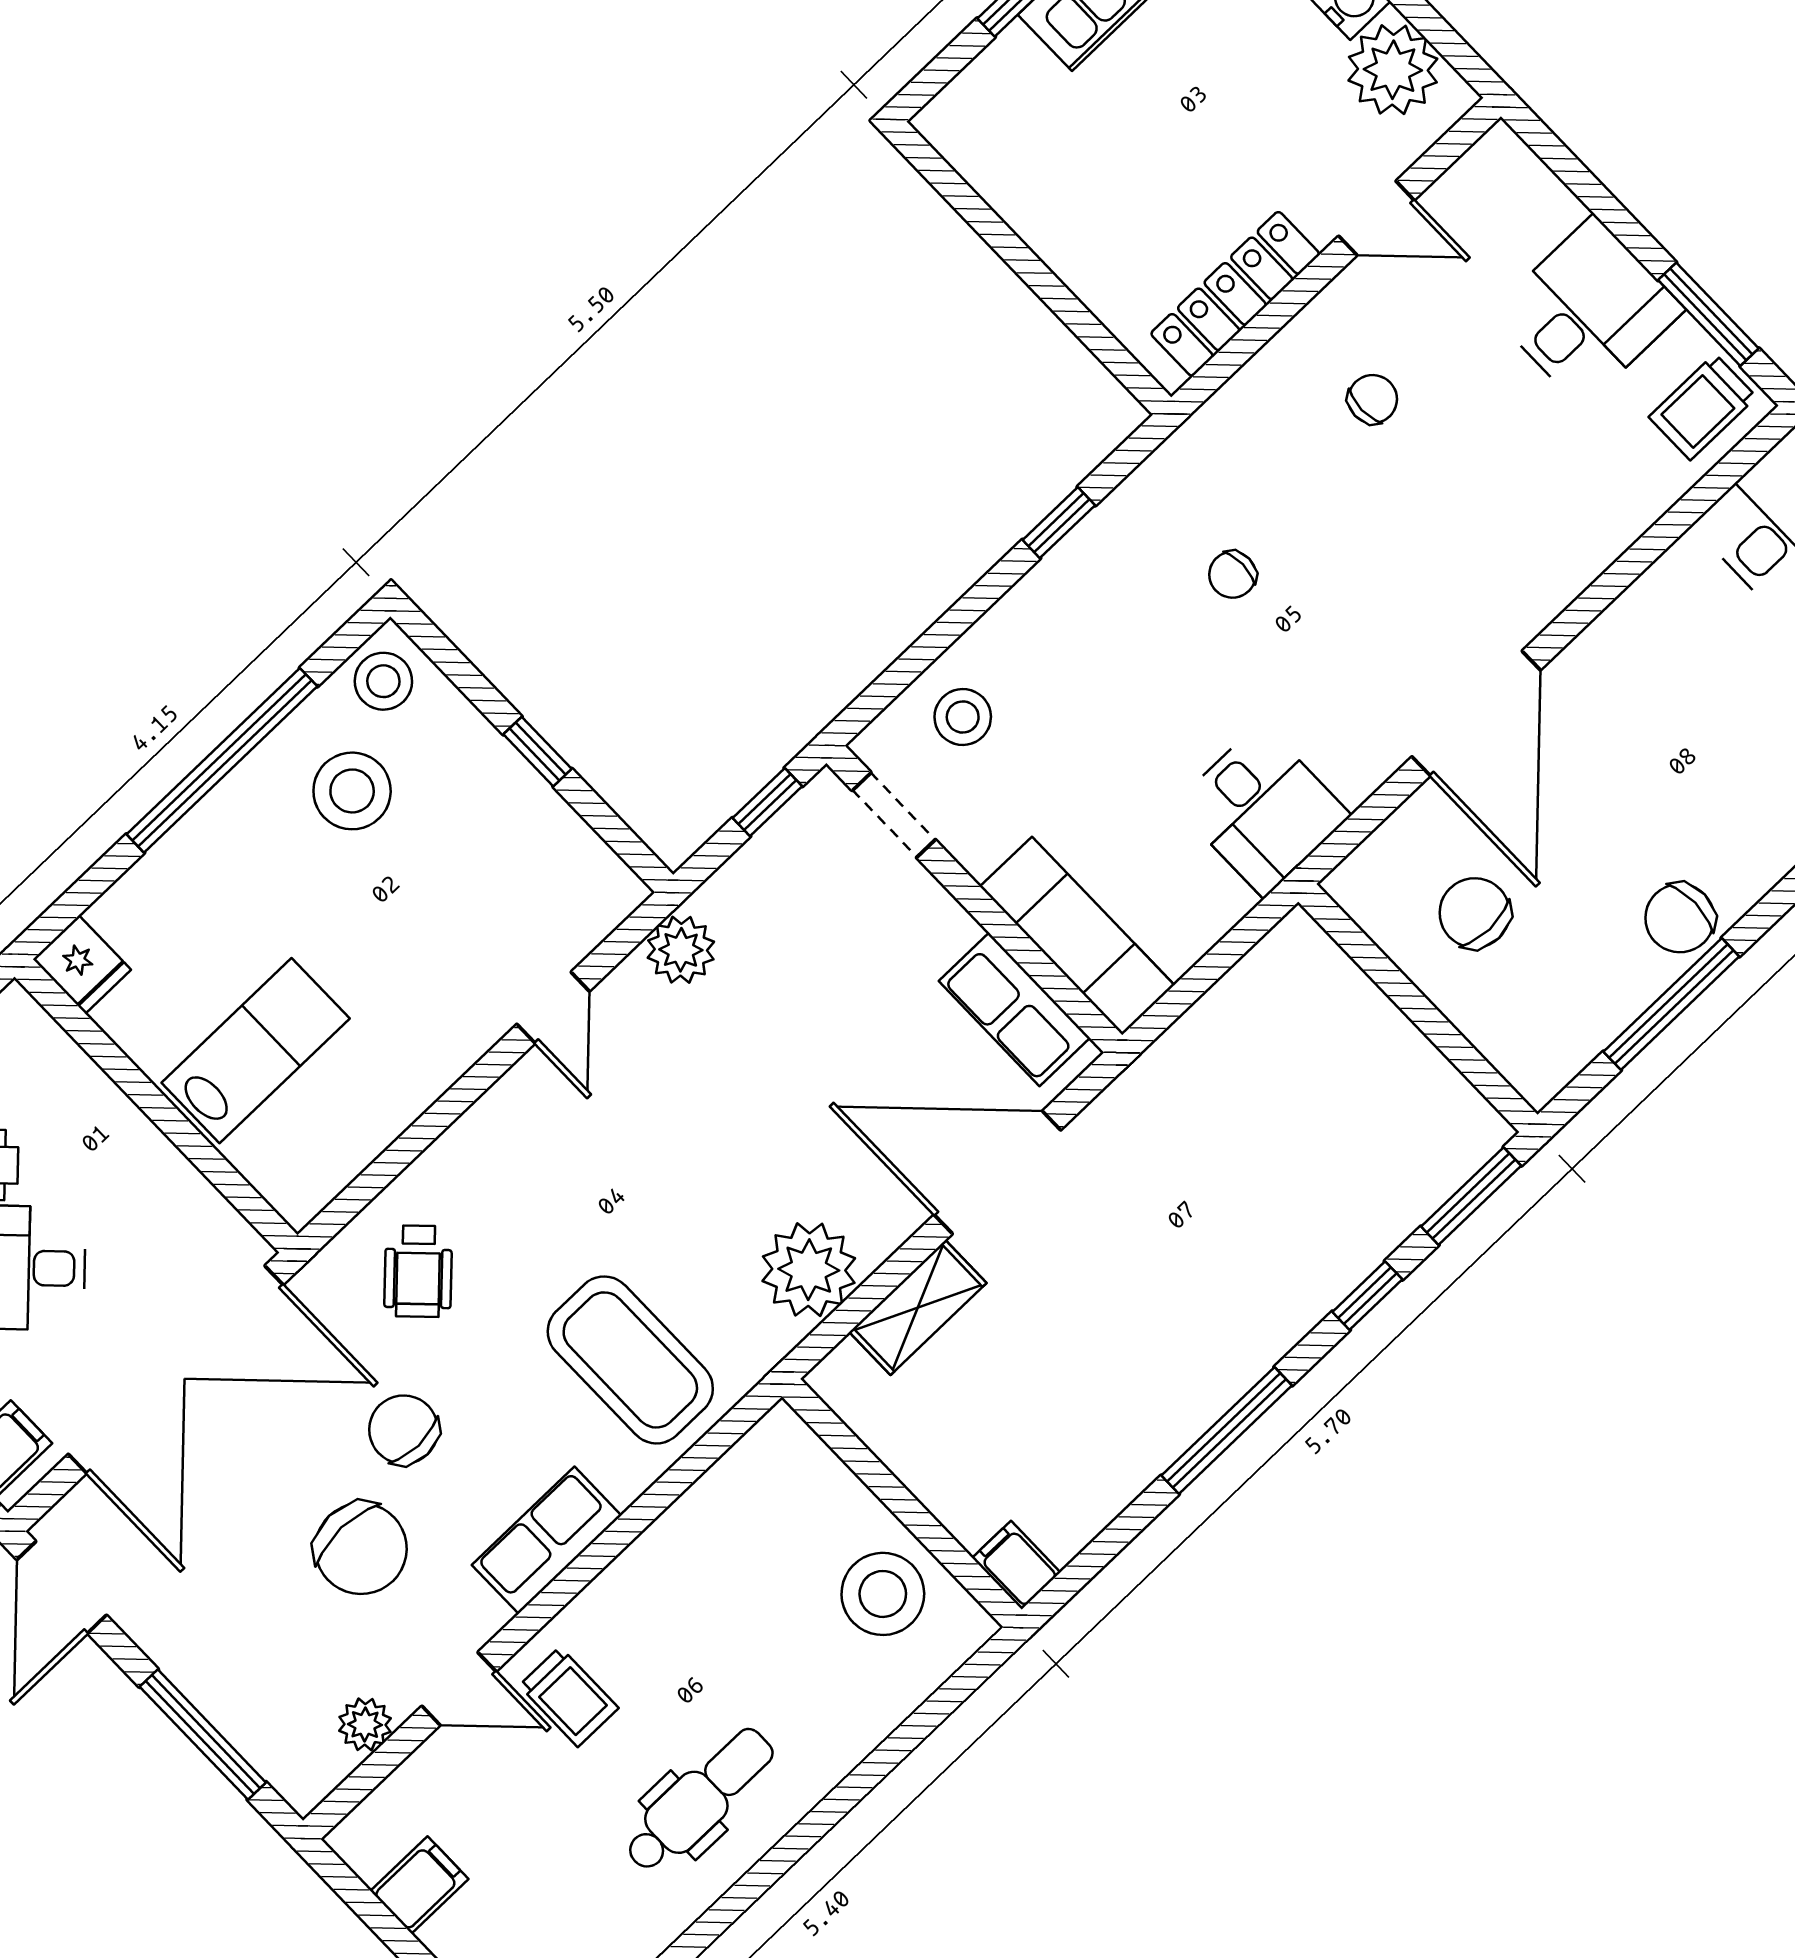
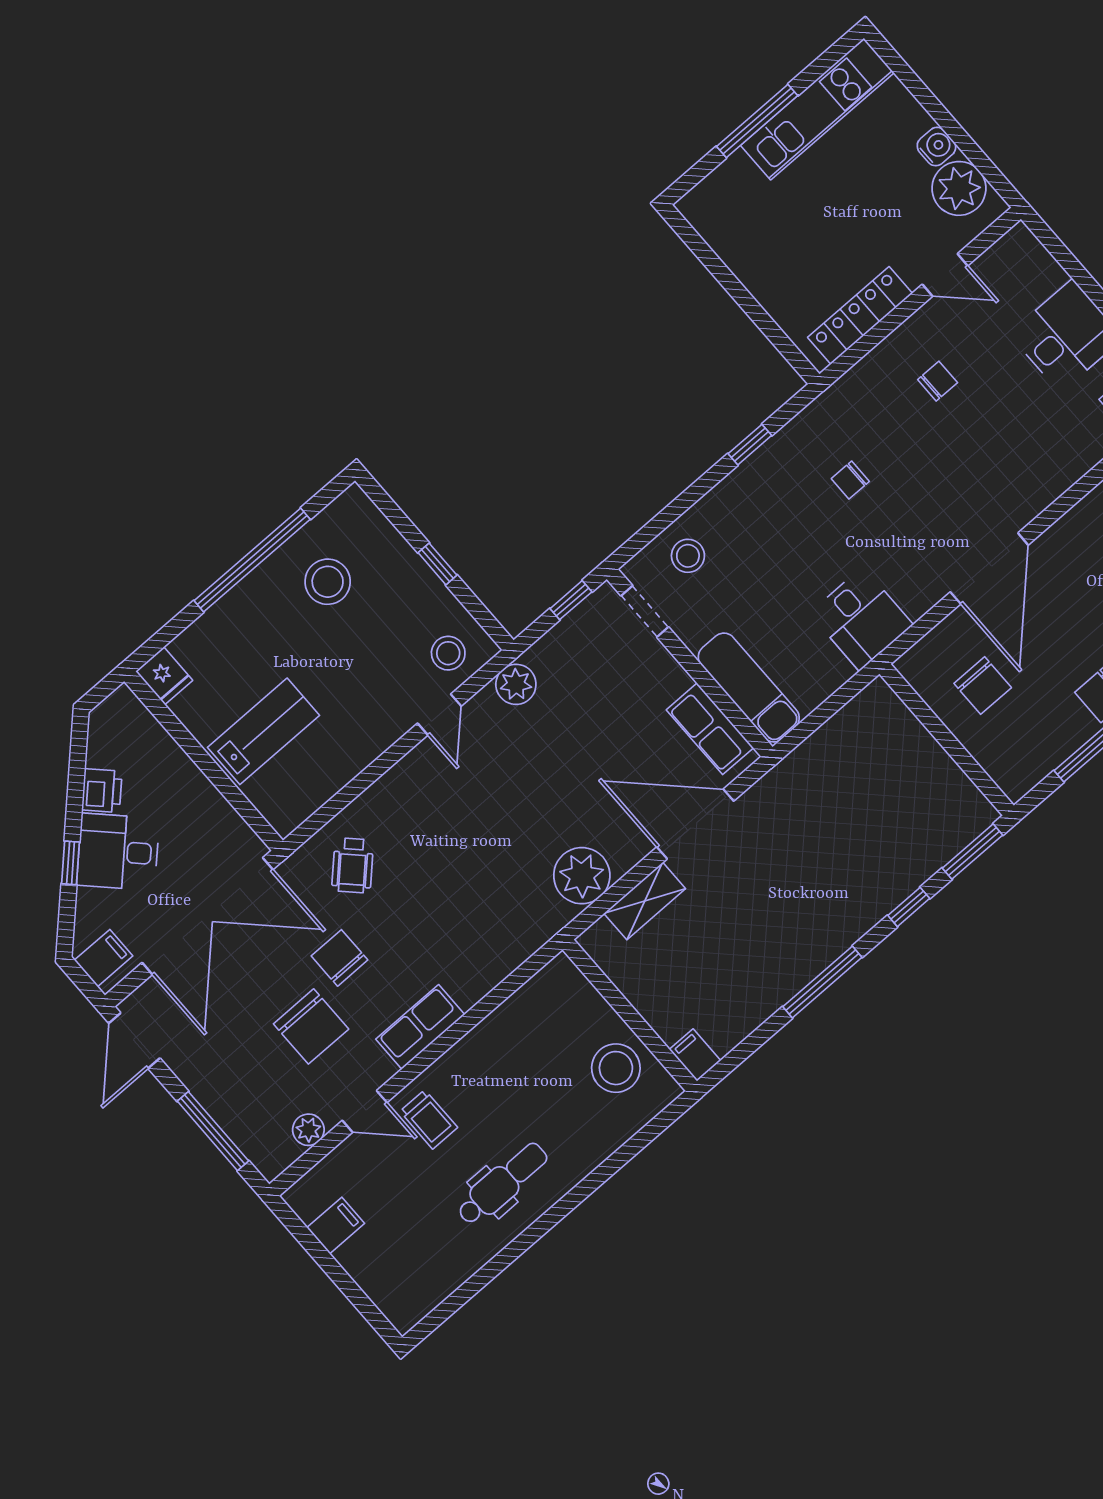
stool: (383, 681) -> (448, 653), moved
chair: (1475, 913) -> (983, 685), turned 180
coffee table: (630, 1360) -> (474, 924), removed

